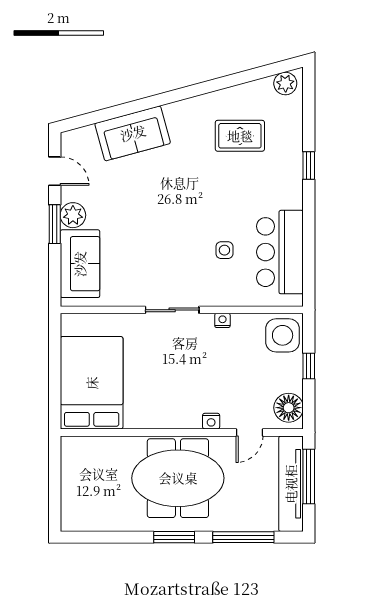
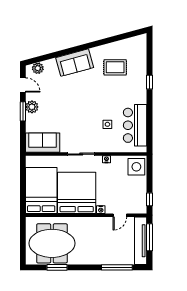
plant: (285, 83) -> (38, 68), moved
sofa: (133, 133) -> (75, 63), moved
sofa: (80, 264) -> (43, 143), moved, turned -90
window: (309, 366) -> (149, 199), moved
bed: (163, 388) -> (77, 193), added
floor lamp: (289, 408) -> (139, 203), removed
meeting table: (178, 478) -> (52, 243), moved
window: (174, 537) -> (57, 267), moved

